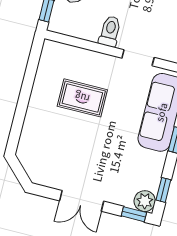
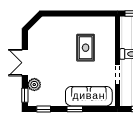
plant: (145, 201) -> (34, 85), moved

